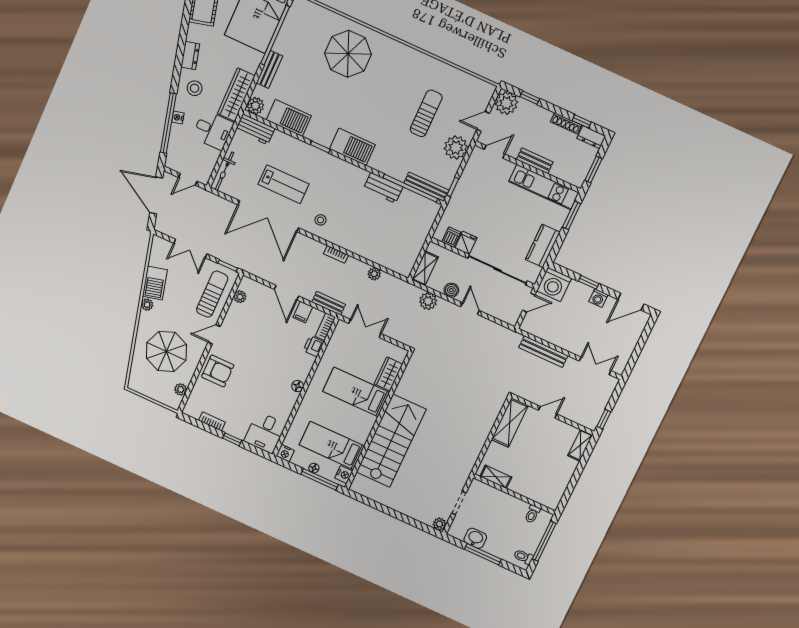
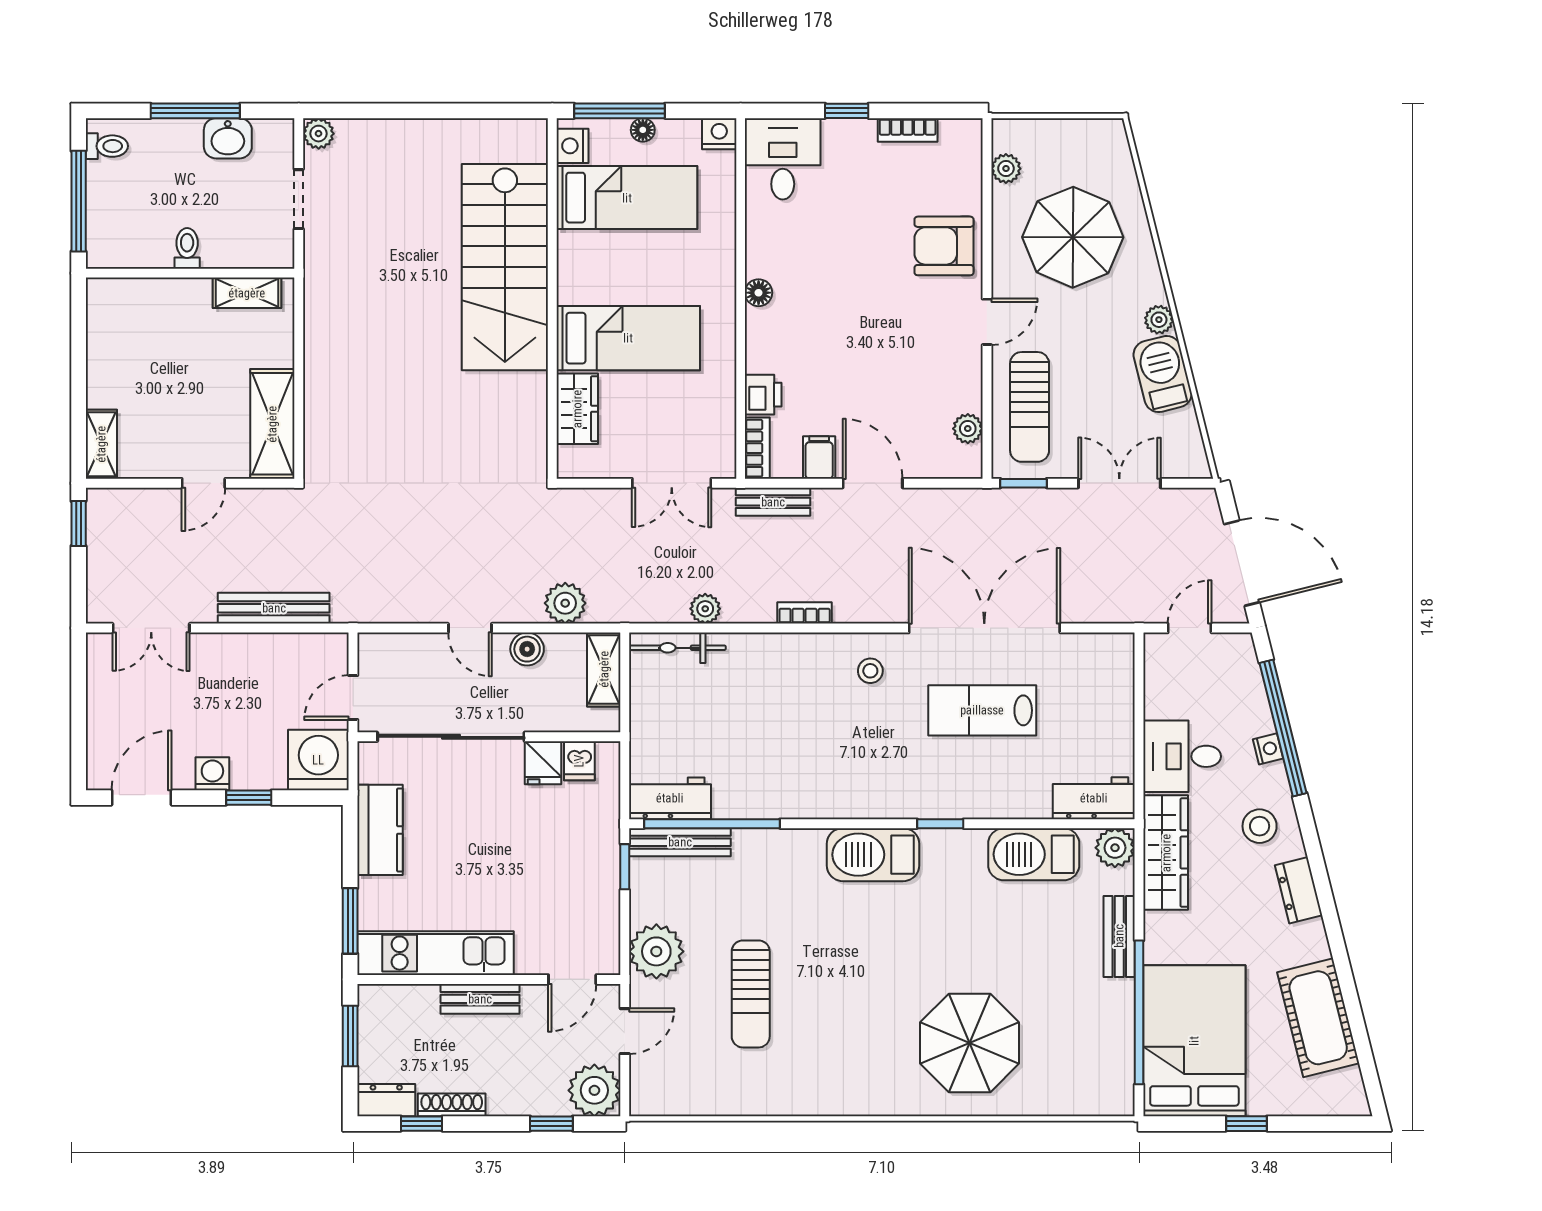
bicycle: (224, 171) -> (677, 648), moved, turned -90
workbench: (383, 188) -> (670, 798), moved
toilet: (532, 514) -> (187, 248), moved

